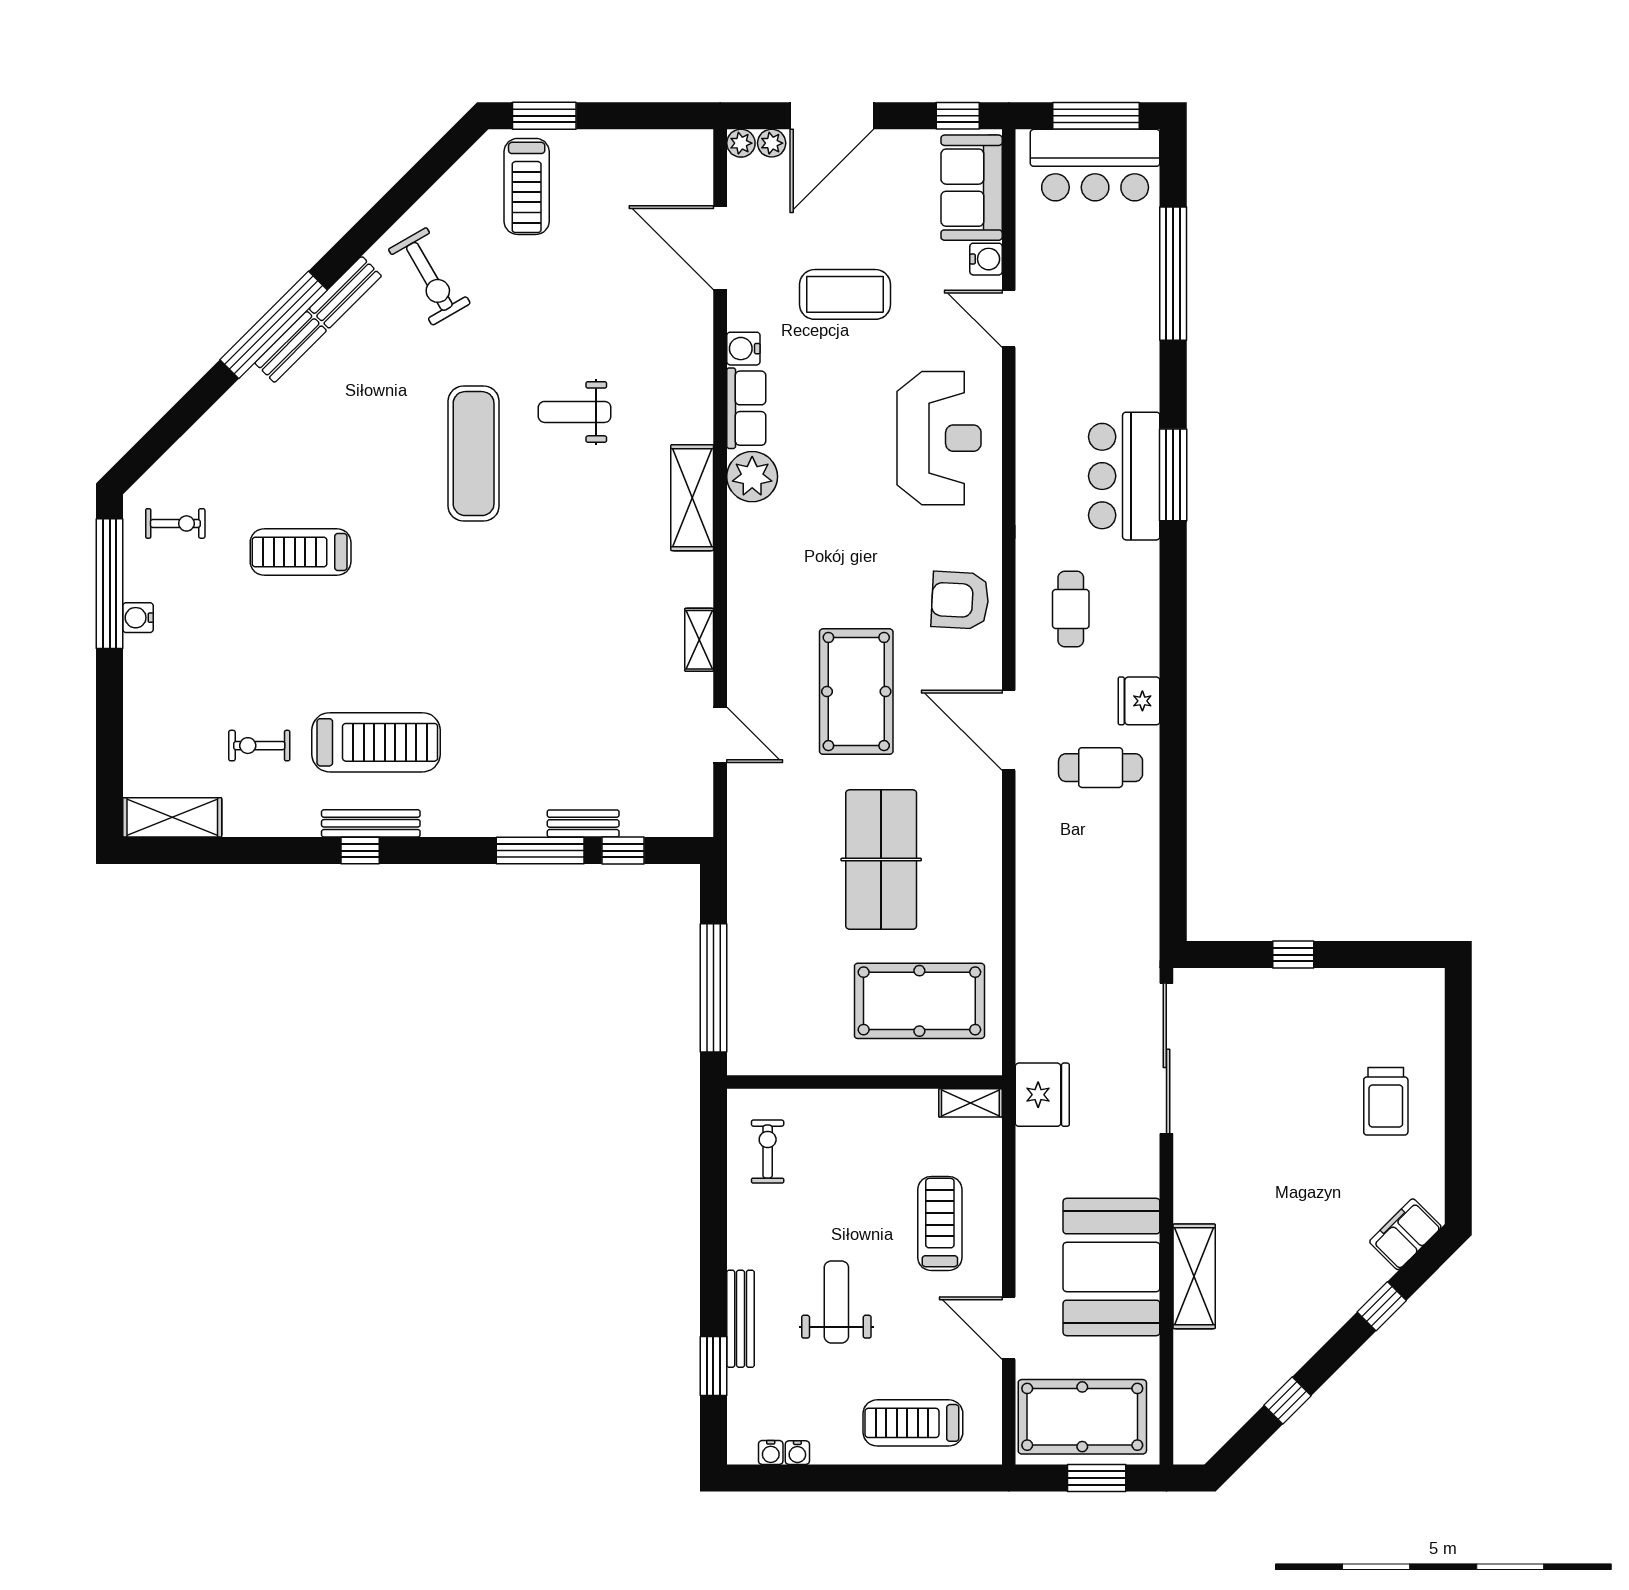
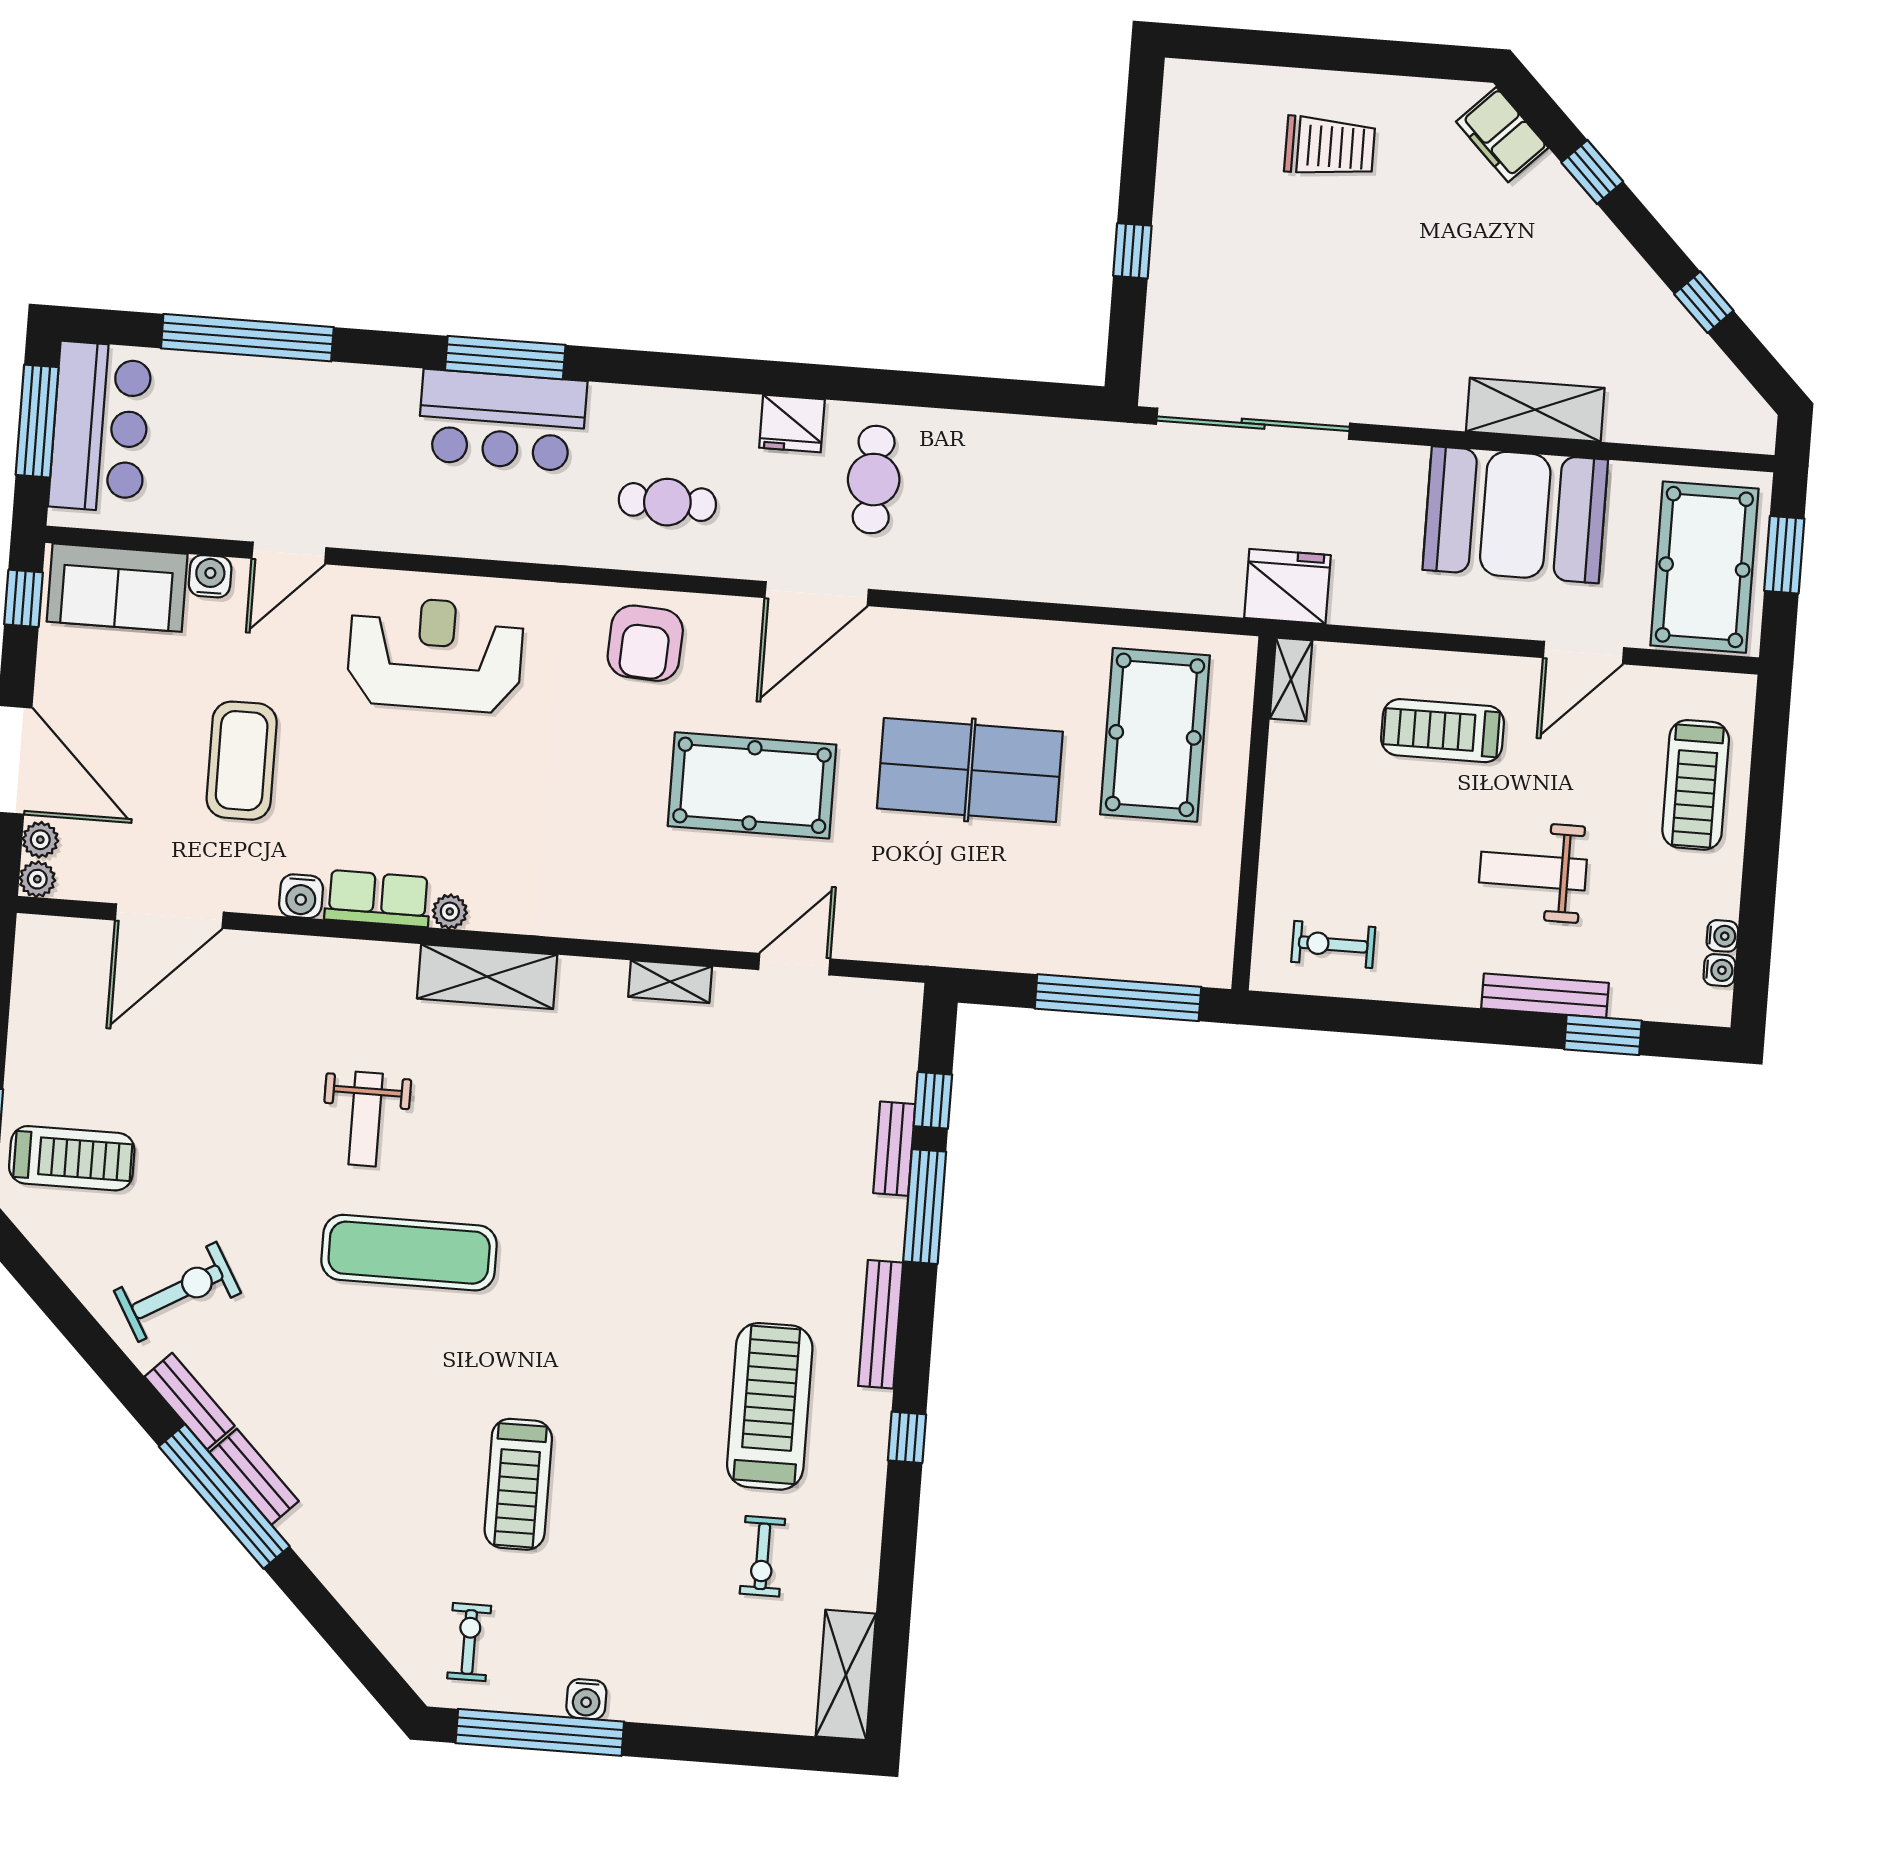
plant: (752, 477) -> (450, 912), width x0.53, depth x0.53
bench: (371, 823) -> (881, 1324), moved

